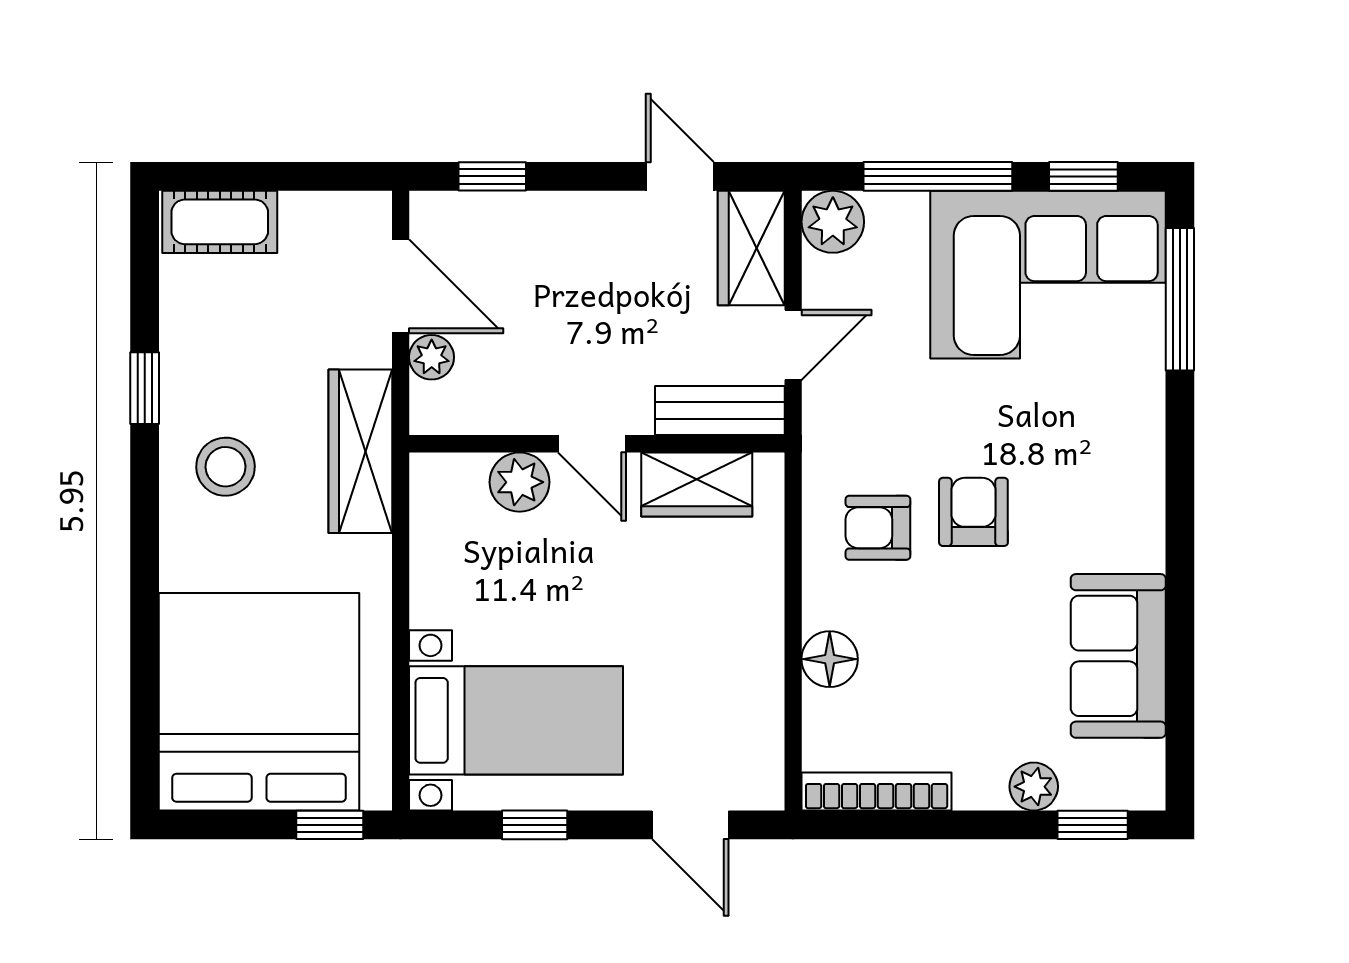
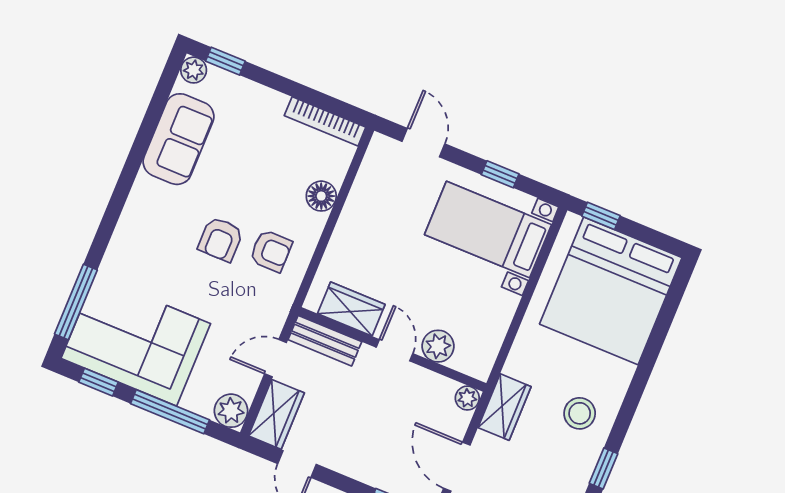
plant: (432, 357) -> (467, 398), moved
wardrobe: (360, 451) -> (505, 407), width x0.67
plant: (1034, 787) -> (194, 70), moved

